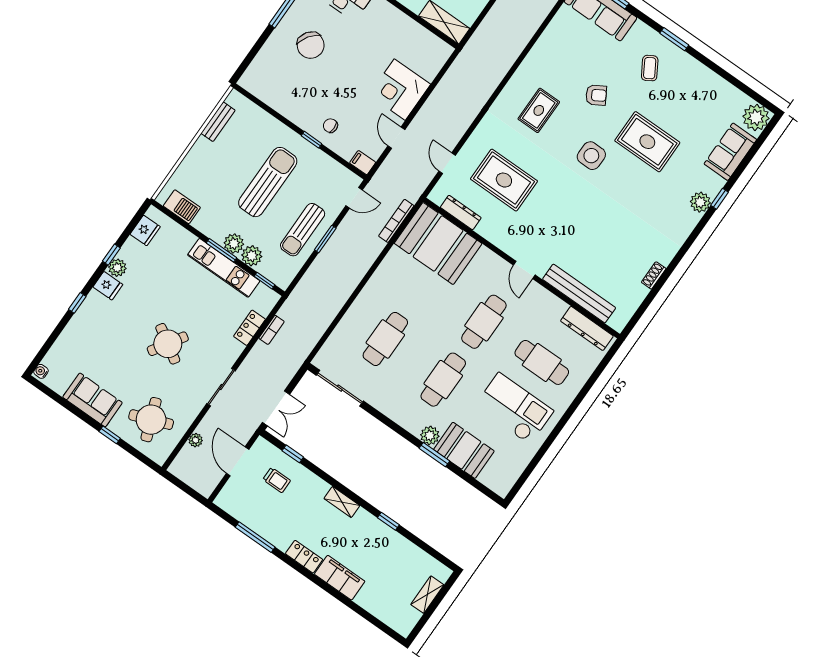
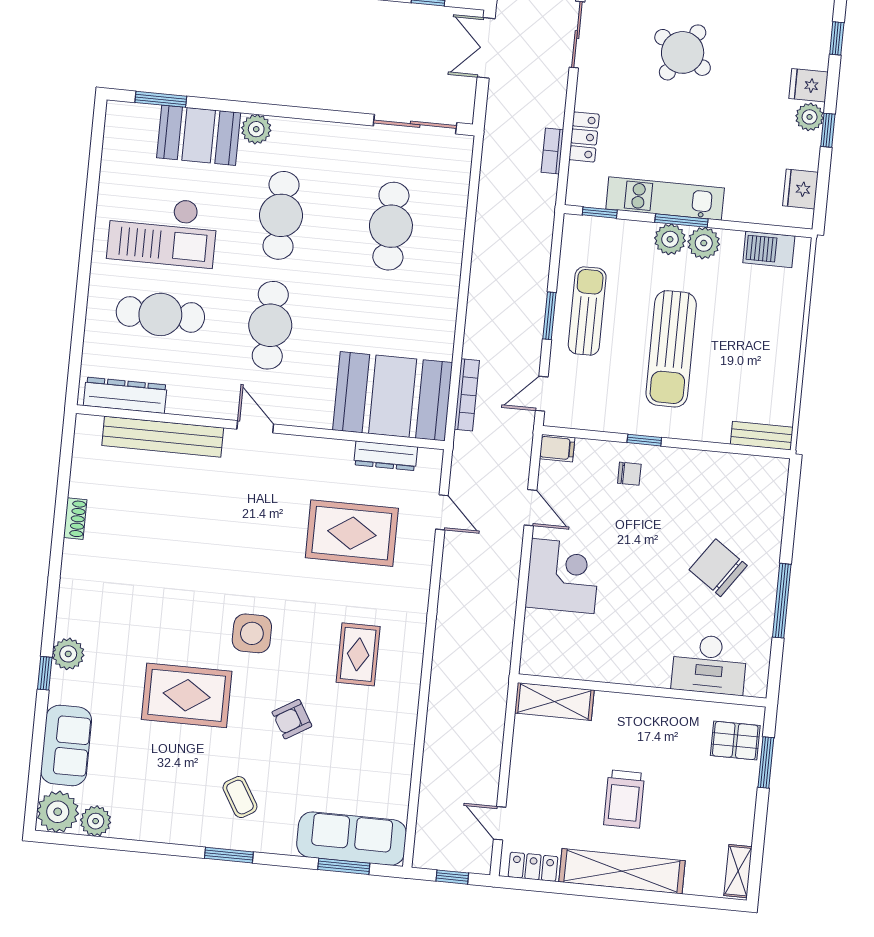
plant: (738, 100) -> (96, 821), added
bench: (218, 122) -> (762, 436), moved, turned 90
plant: (252, 256) -> (704, 243), moved
window: (434, 455) -> (161, 99), moved

